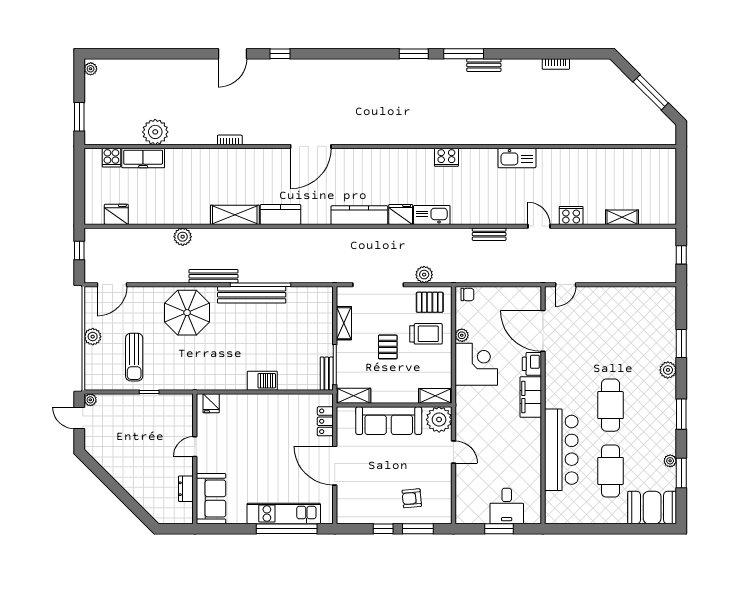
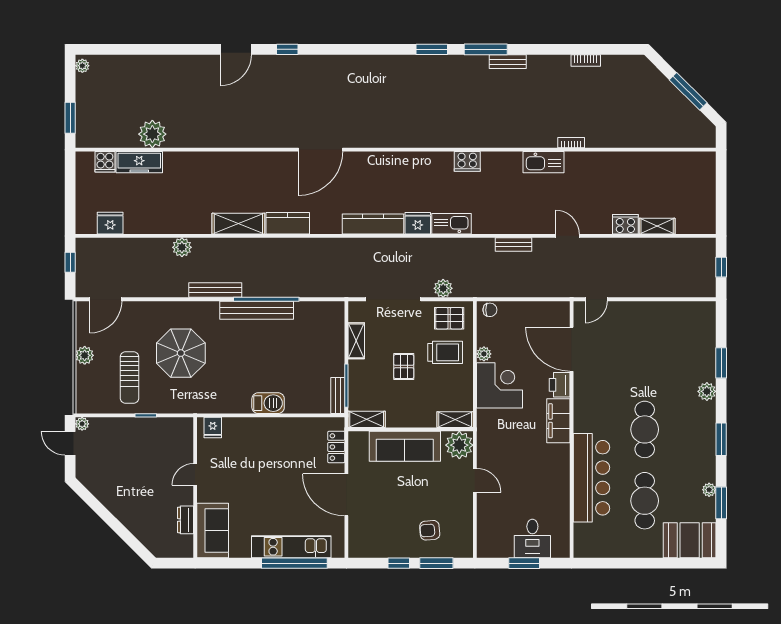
bookcase: (230, 140) -> (571, 143), moved
cooker: (571, 215) -> (625, 224), moved
parasol: (187, 313) -> (181, 353), moved

